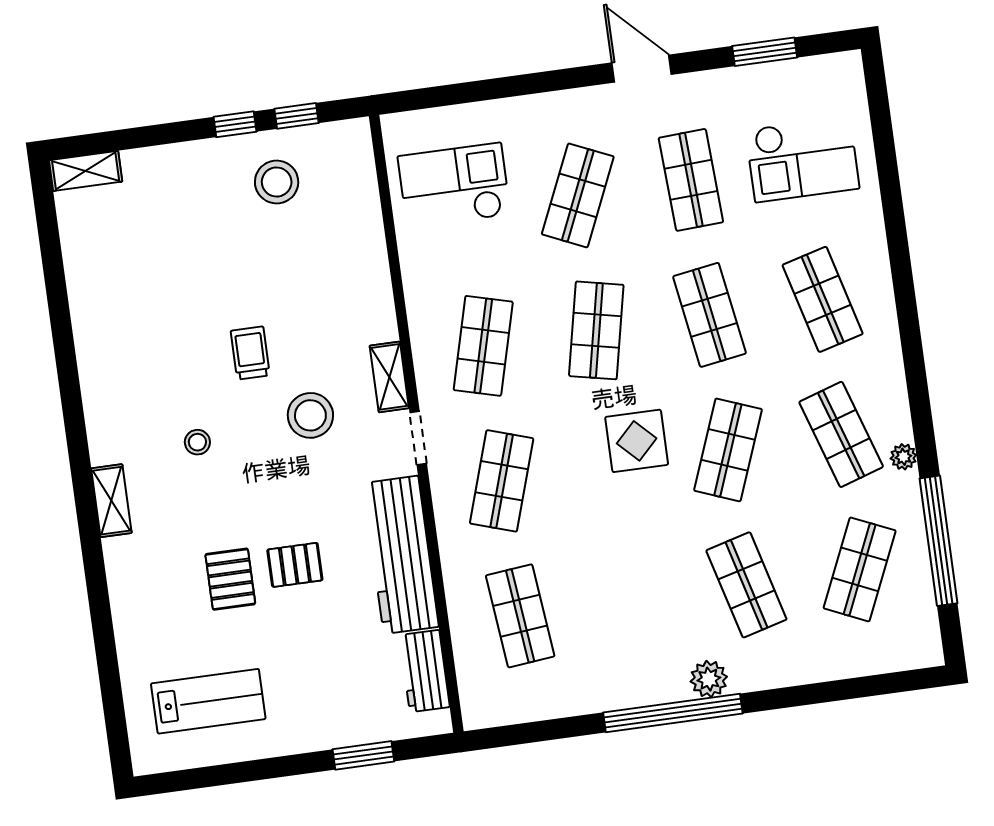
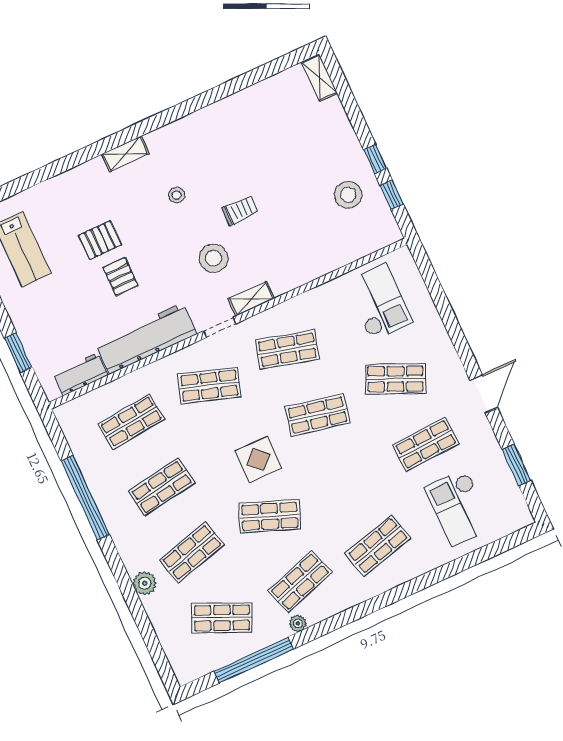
shop shelf: (709, 315) -> (162, 487), moved
plant: (709, 679) -> (145, 583), moved
window: (673, 713) -> (85, 498), moved

